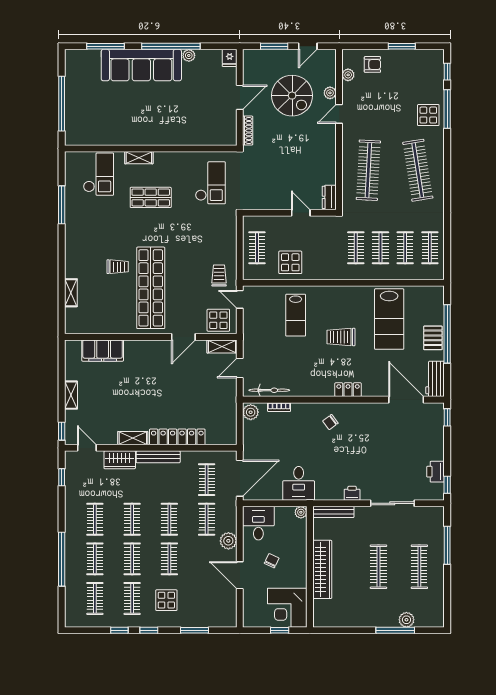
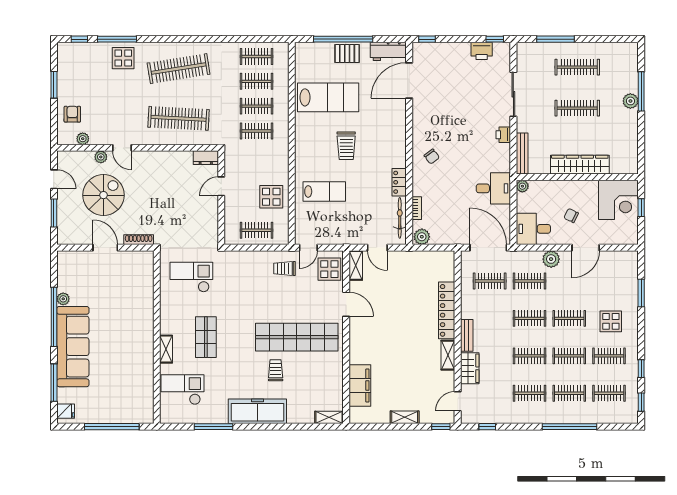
fridge: (230, 58) -> (66, 411), moved
freezer: (77, 249) -> (257, 411), added
shelving: (71, 293) -> (329, 417), moved
locker: (348, 390) -> (399, 182), moved
bench: (158, 457) -> (467, 335), width x0.73
plant: (406, 620) -> (630, 101), moved
window: (149, 630) -> (641, 402), moved

